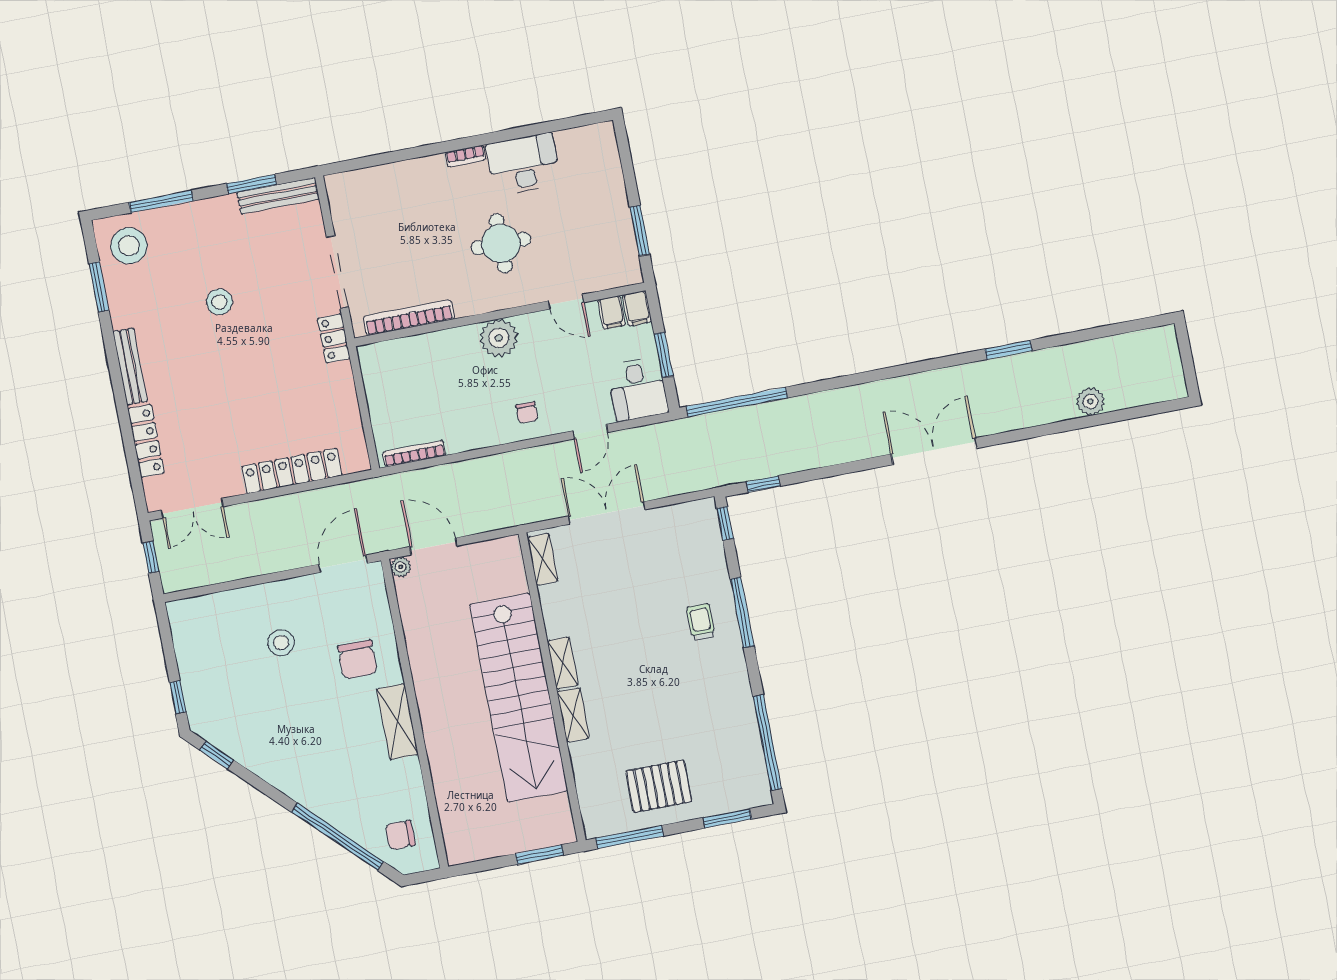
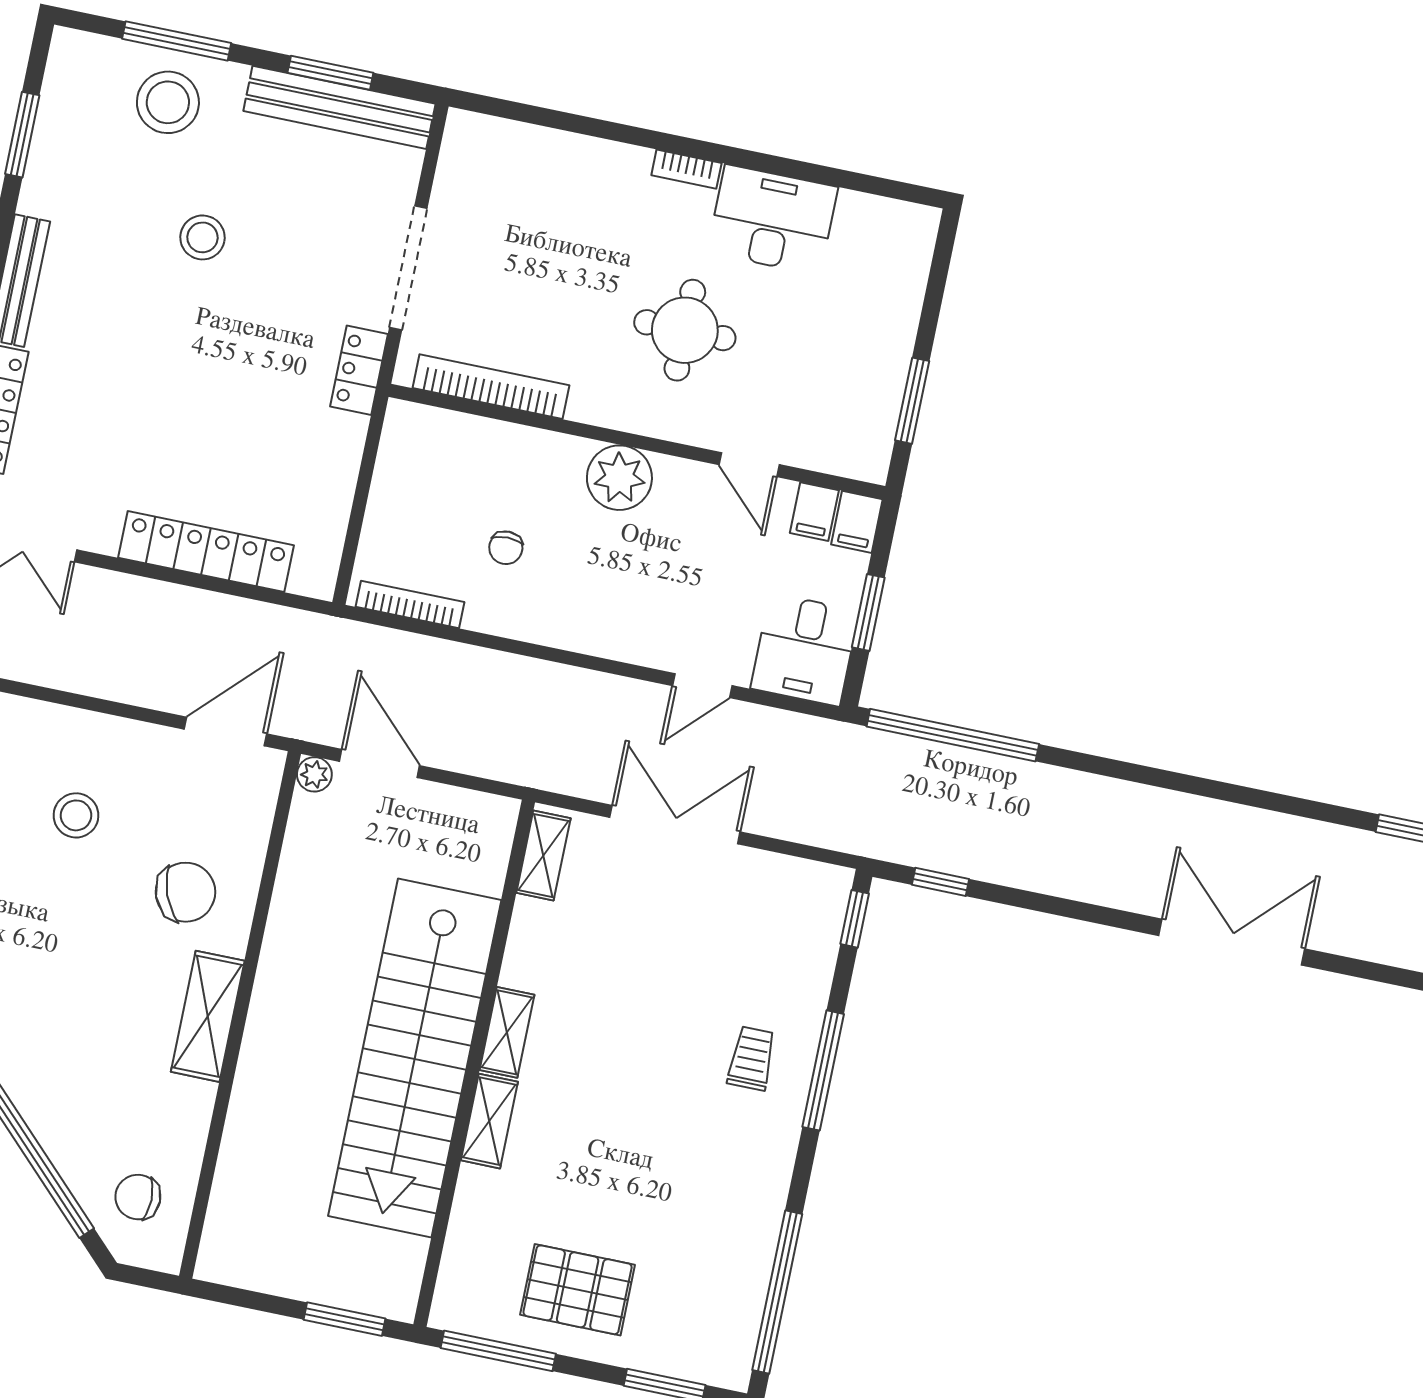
bench: (278, 196) -> (339, 107), width x1.37, depth x1.21
stool: (129, 246) -> (168, 102), moved
chair: (527, 413) -> (506, 548), moved
chair: (357, 660) -> (185, 892), turned -111

